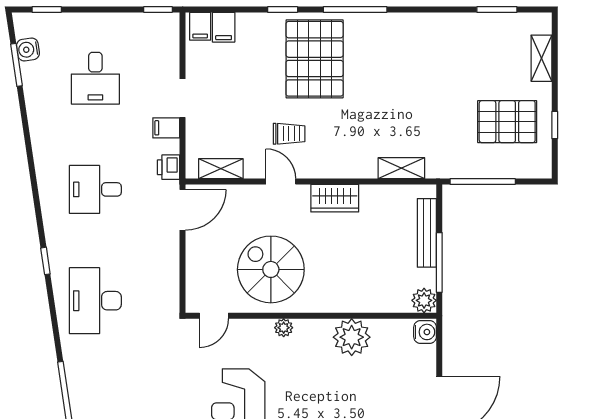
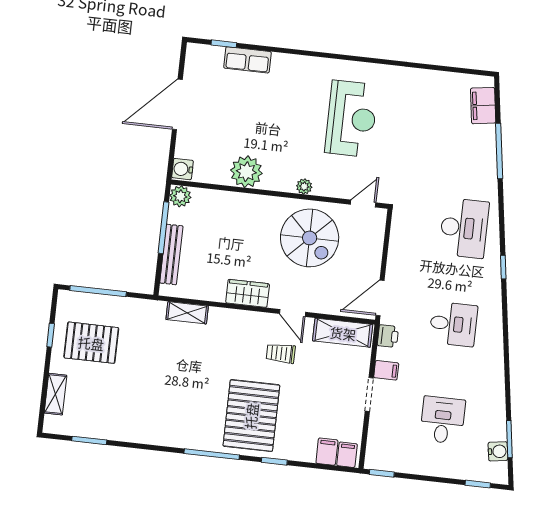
shelving: (221, 169) -> (343, 333), width x1.50, depth x1.33
window: (483, 181) -> (98, 291), moved

